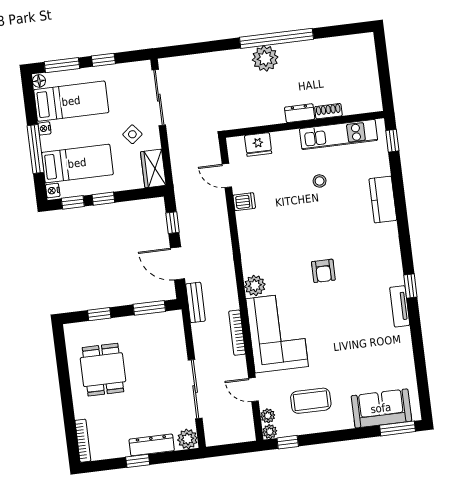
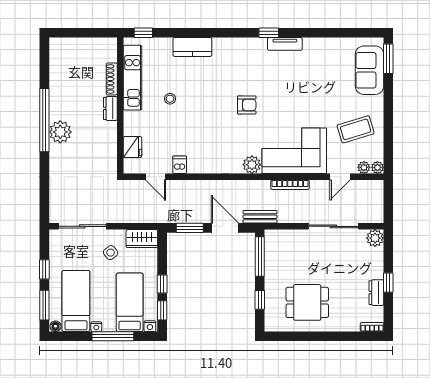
shoe rack: (328, 111) -> (112, 79), width x1.43
door: (227, 175) -> (156, 177), hinge flipped
window: (173, 223) -> (190, 228), width x1.50
door: (178, 263) -> (225, 228), swing flipped
window: (149, 308) -> (260, 257), width x1.44
coffee table: (311, 401) -> (356, 129), turned 73
bookcase: (83, 441) -> (372, 327), width x0.64
window: (288, 442) -> (388, 153), removed
dresser: (152, 445) -> (376, 293), moved, width x0.70

